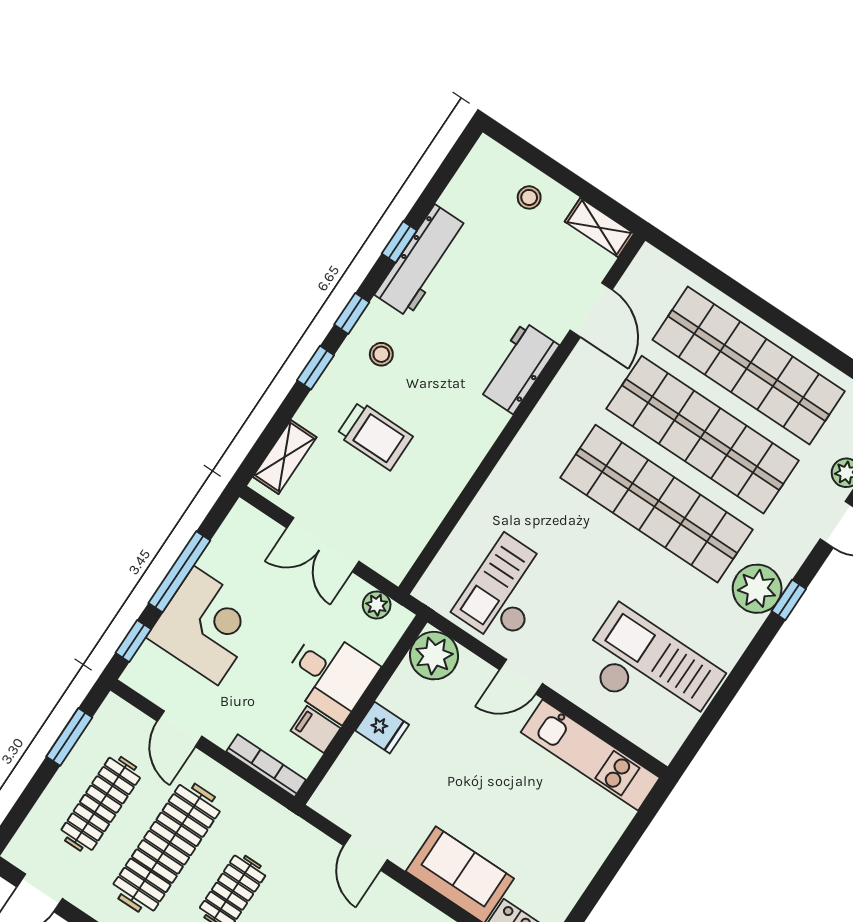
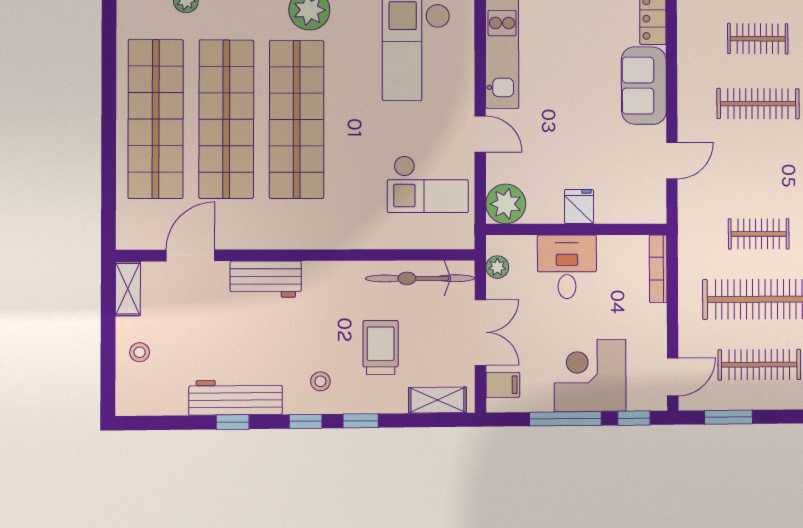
bicycle: (417, 521) -> (420, 278), added
door: (180, 729) -> (673, 377), moved
filing cabinet: (315, 729) -> (503, 385), moved, turned -90

